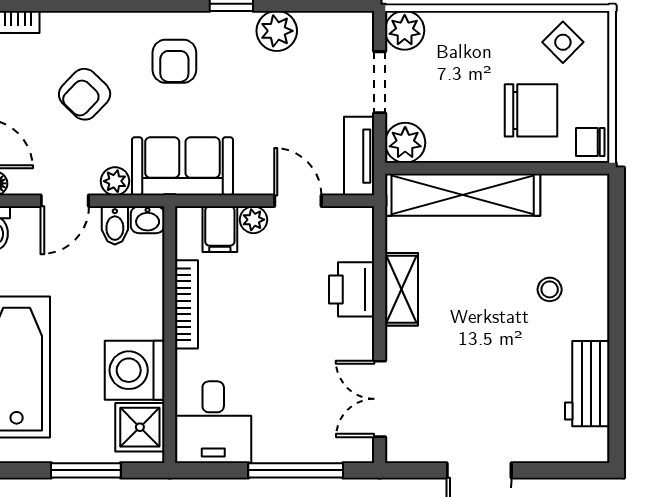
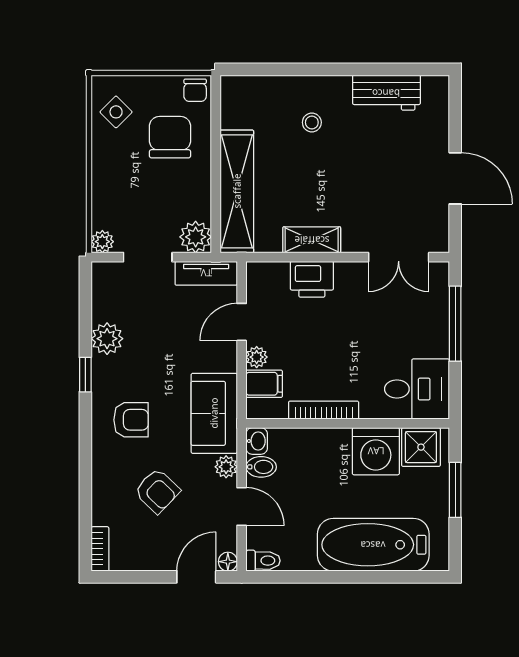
plant: (405, 30) -> (102, 242), width x0.73, depth x0.73

